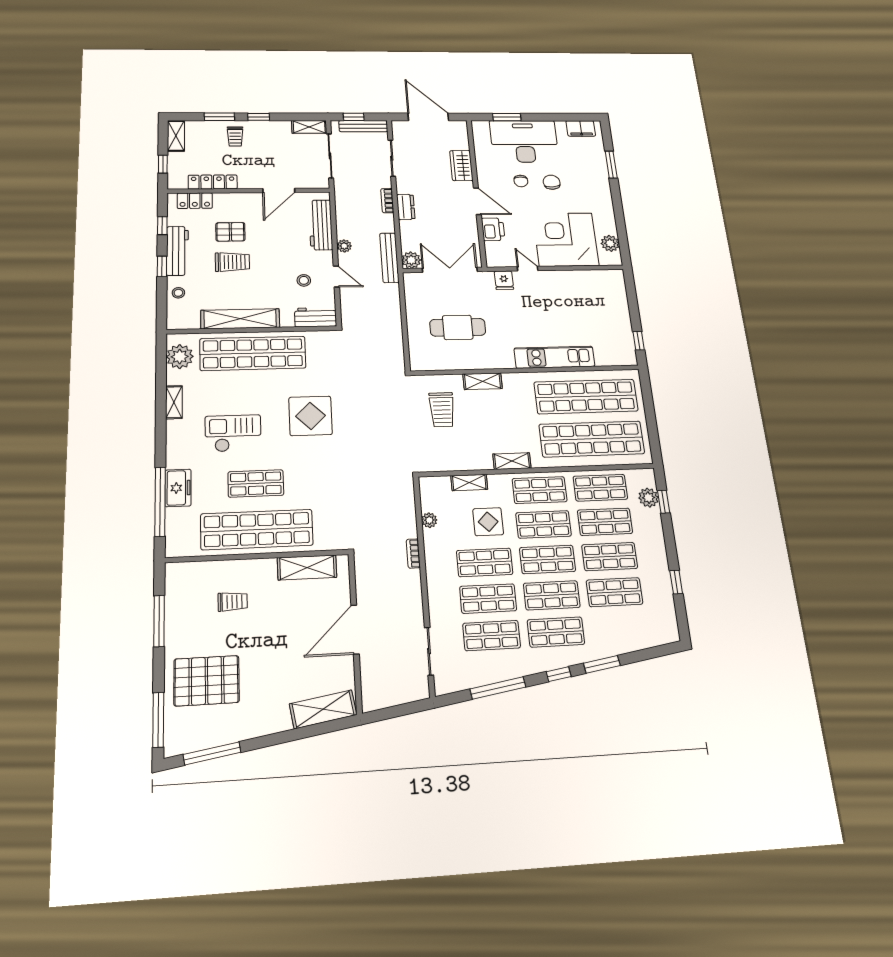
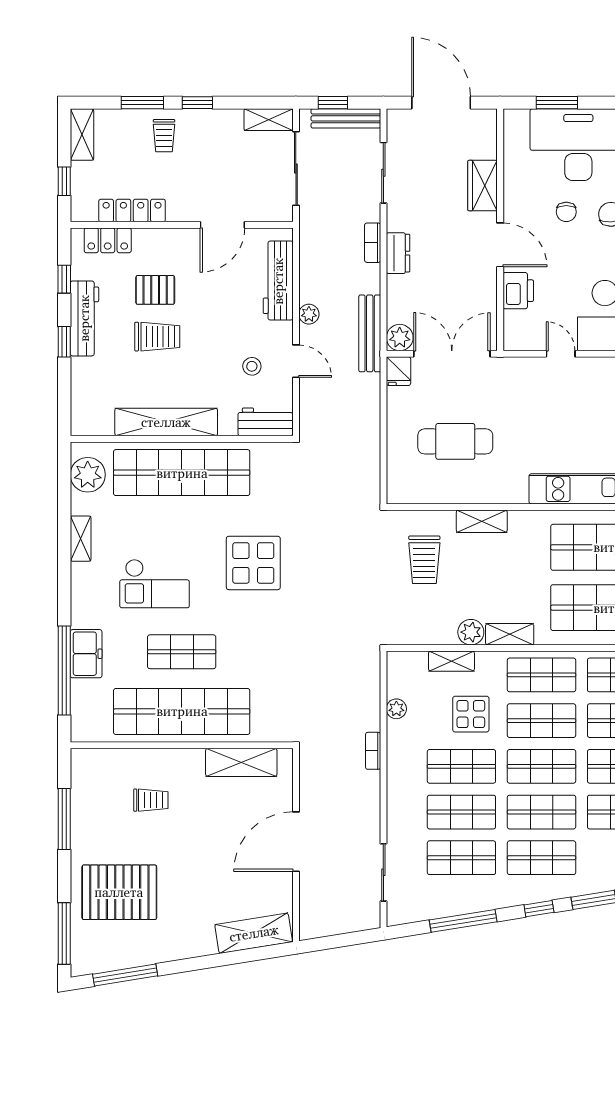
fridge: (504, 280) -> (398, 371), moved
stool: (178, 293) -> (86, 382), removed
checkout: (233, 433) -> (155, 584), turned 180
plant: (482, 461) -> (471, 632), added

